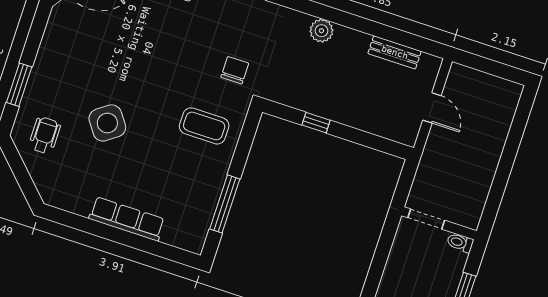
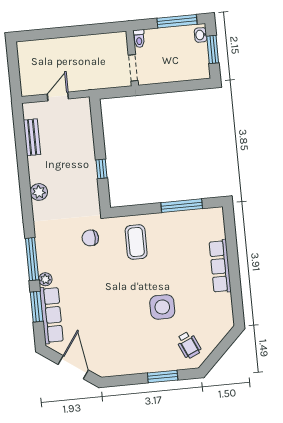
side table: (107, 123) -> (162, 307), turned 36
wheelchair: (45, 135) -> (189, 345), turned -114

